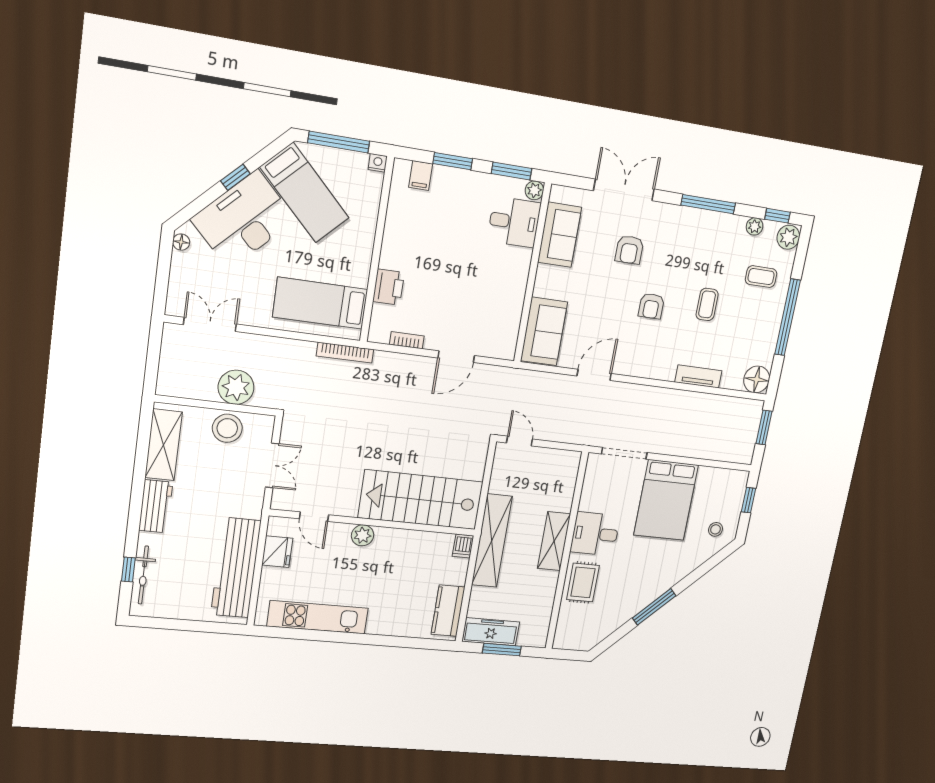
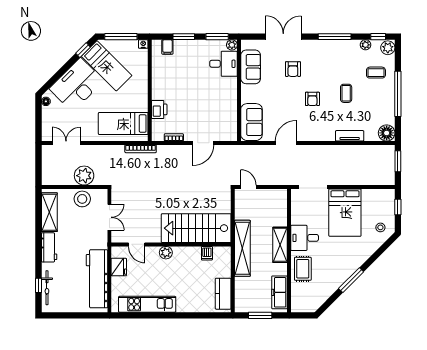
window: (235, 177) -> (83, 50), moved
dishwasher: (463, 546) -> (207, 253), moved
freezer: (491, 632) -> (280, 292), moved, turned -90

